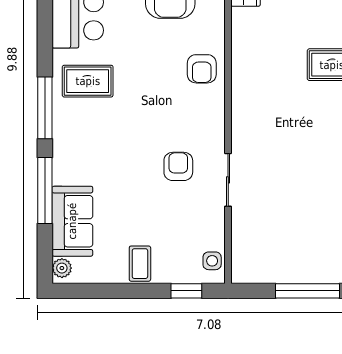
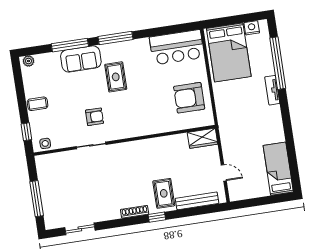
armchair: (202, 69) -> (150, 121), removed
rug: (88, 81) -> (116, 77), moved
sofa: (72, 221) -> (81, 59), moved

